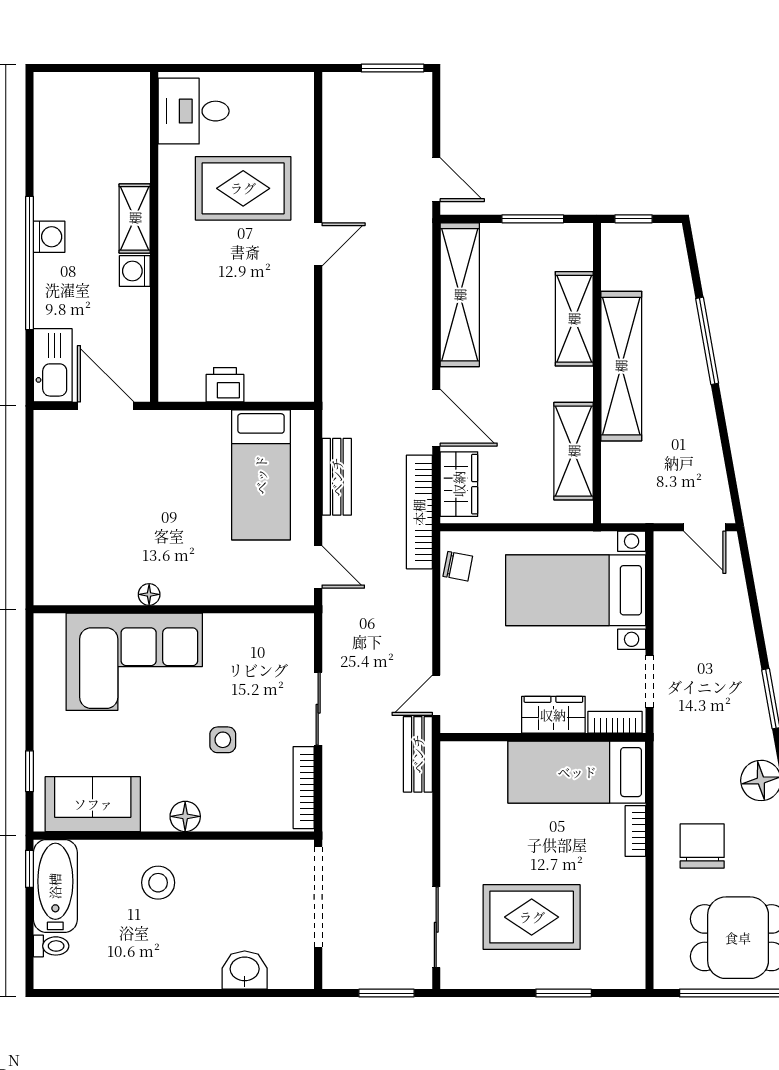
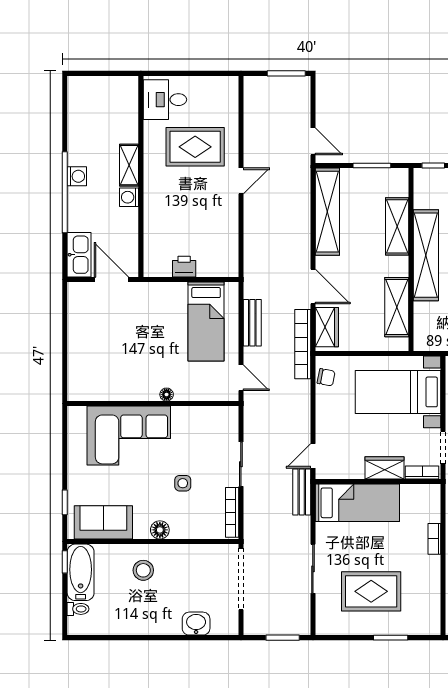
floor lamp: (149, 594) -> (167, 395), moved
bed: (577, 772) -> (357, 503), moved, turned 180
sliding door: (436, 927) -> (313, 569), moved

